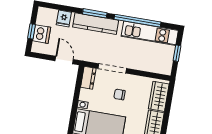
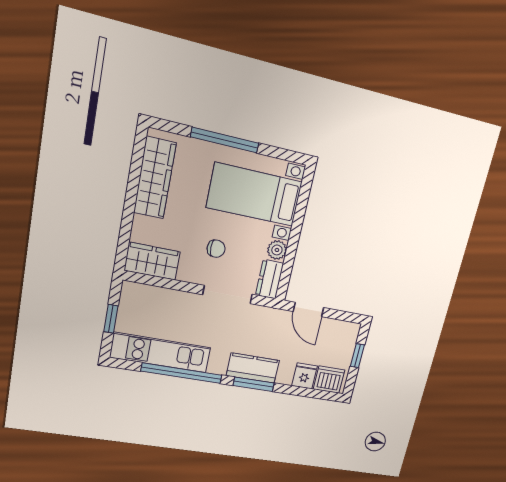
kitchen counter: (96, 24) -> (253, 368), width x0.67
dishwasher: (42, 34) -> (329, 380), moved, turned 90
plant: (85, 95) -> (277, 250), added
wardrobe: (159, 96) -> (152, 261), moved, turned -90

